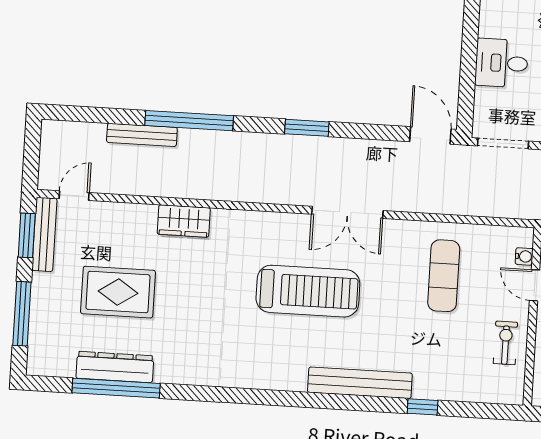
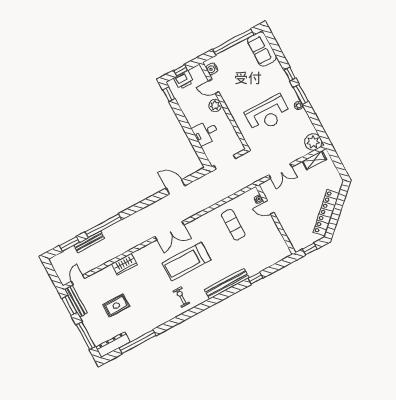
window: (307, 128) -> (69, 244), moved
door: (430, 135) -> (176, 187), moved
double door: (347, 212) -> (169, 231), moved
treadmill: (308, 291) -> (186, 262), turned 180
rug: (118, 292) -> (116, 306), width x0.73, depth x0.70
exercise bike: (505, 343) -> (181, 297), moved
dresser: (115, 367) -> (113, 344), moved

